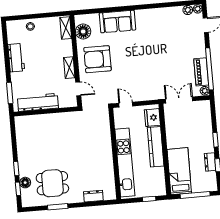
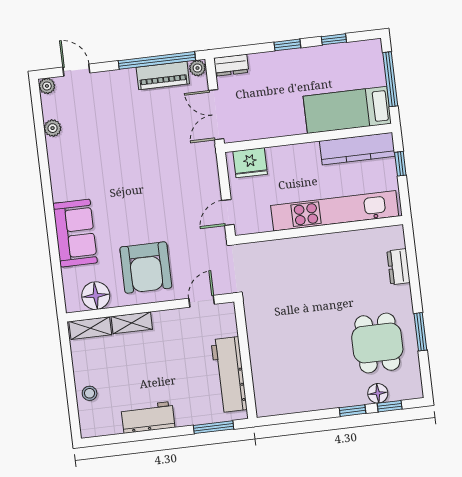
plant: (188, 10) -> (53, 128), moved
shelving: (69, 68) -> (132, 323), moved
kitchen counter: (156, 147) -> (357, 149), moved
dresser: (210, 162) -> (231, 65), moved

